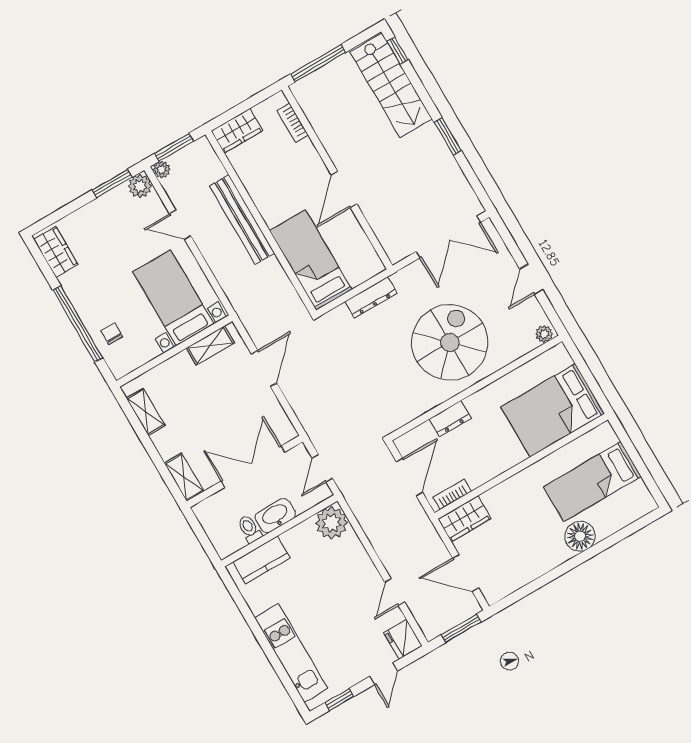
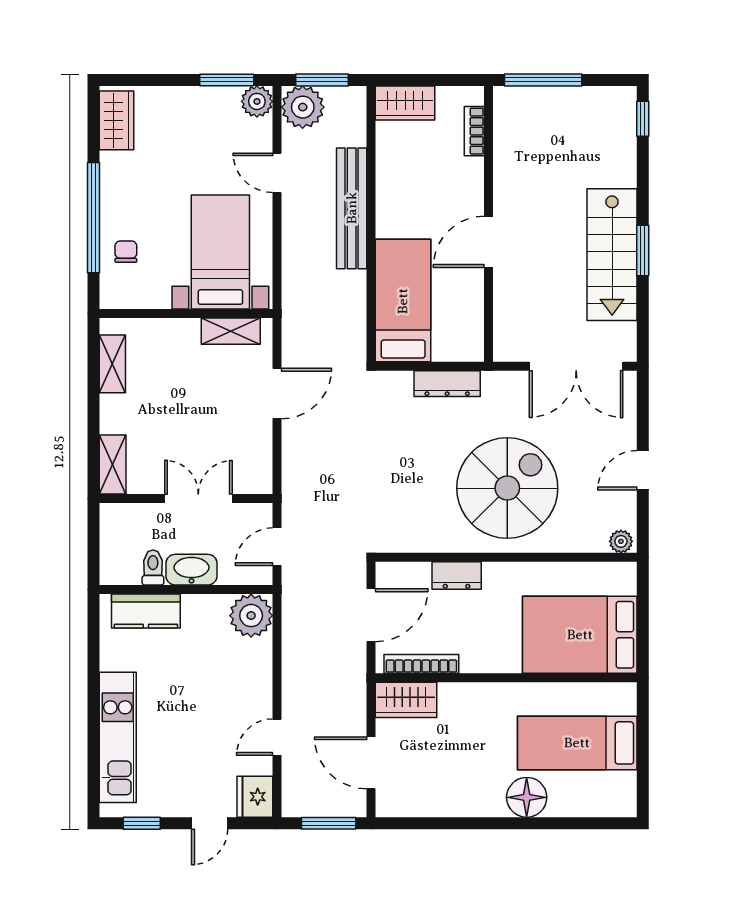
stairs: (391, 85) -> (612, 255), moved
plant: (162, 170) -> (303, 107), width x1.88, depth x1.88
double door: (253, 467) -> (198, 499), width x0.73
bookcase: (452, 495) -> (421, 664), width x1.56

